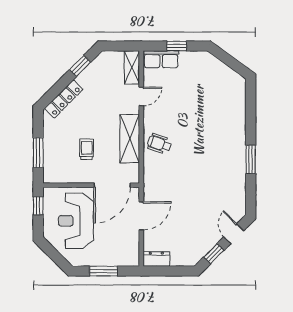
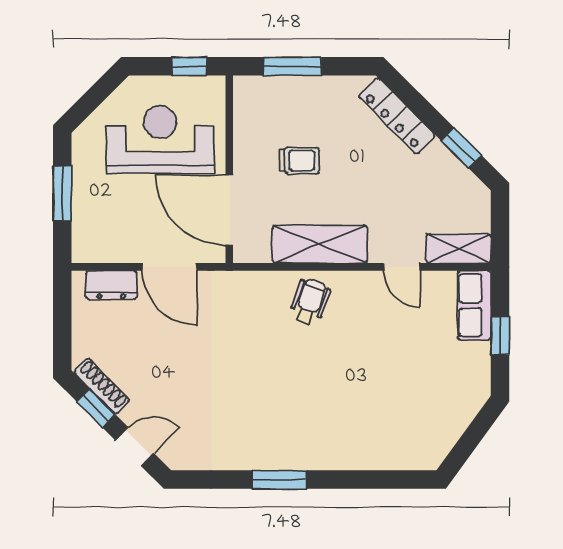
shoe rack: (203, 251) -> (102, 386), added
dresser: (156, 259) -> (111, 285), moved, turned 90

